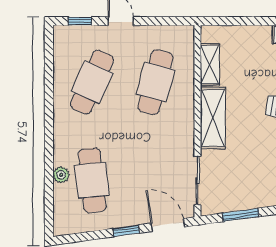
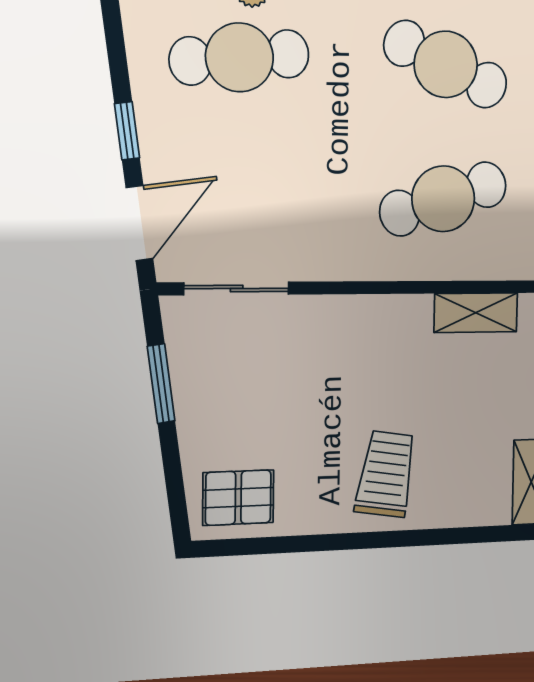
cafe table: (155, 82) -> (443, 199), turned -33
shelving: (213, 118) -> (368, 320), removed

